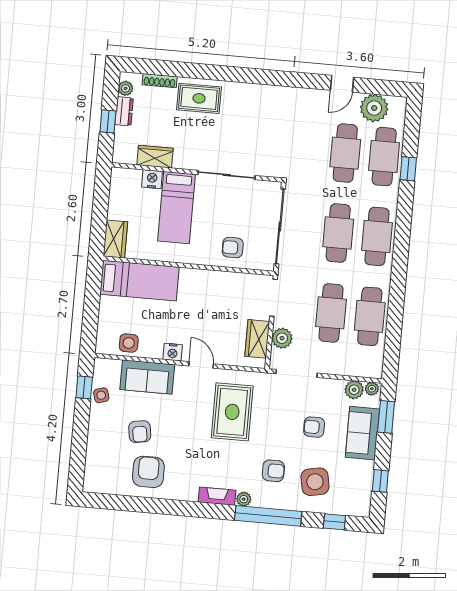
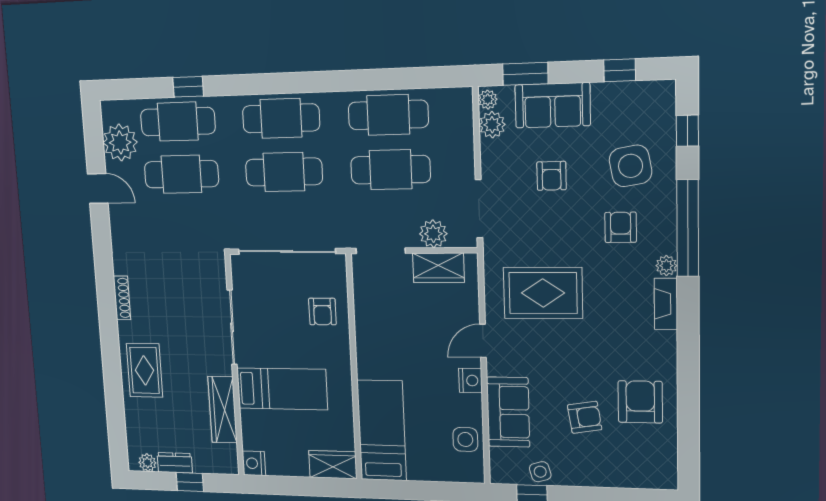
shoe rack: (160, 81) -> (122, 298), moved
wardrobe: (155, 157) -> (223, 410), width x1.50
nightstand: (152, 179) -> (254, 463), moved
armchair: (148, 472) -> (640, 402), turned 90

